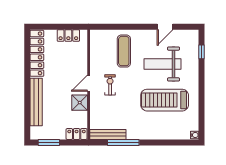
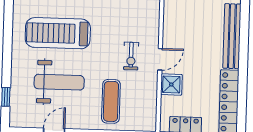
treadmill: (165, 100) -> (58, 33), turned 180
shower: (80, 103) -> (171, 84), moved

